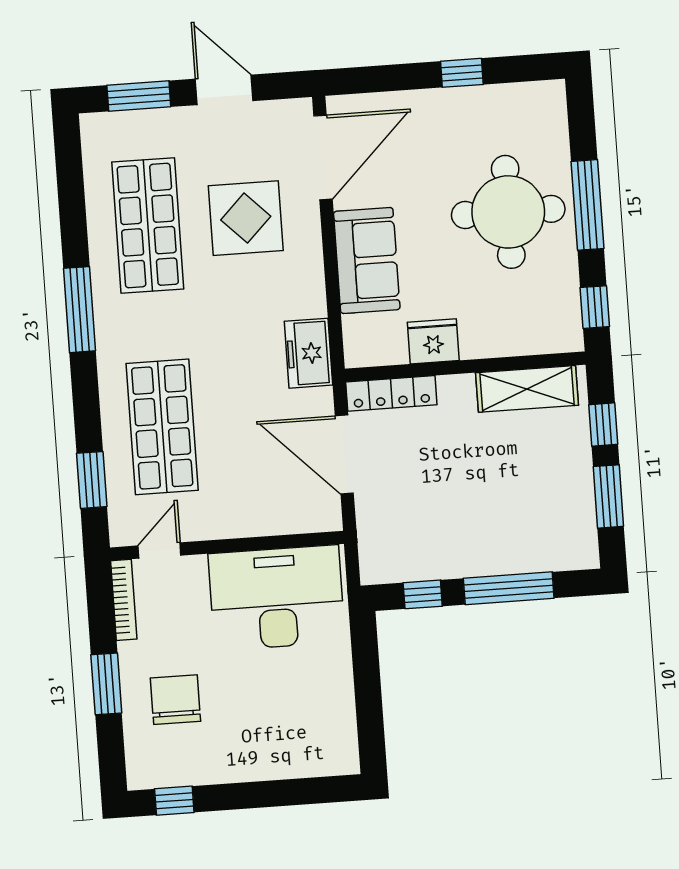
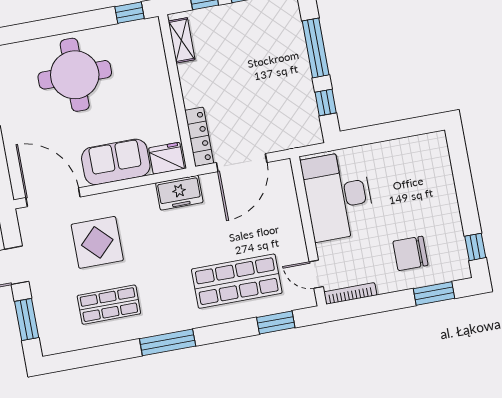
window: (587, 205) -> (65, 25), removed
shop shelf: (148, 226) -> (109, 305), width x0.70, depth x0.74
fridge: (433, 341) -> (166, 158), moved, turned 90
shelving: (527, 389) -> (182, 40), width x0.67, depth x0.75
window: (106, 684) -> (434, 293), moved

